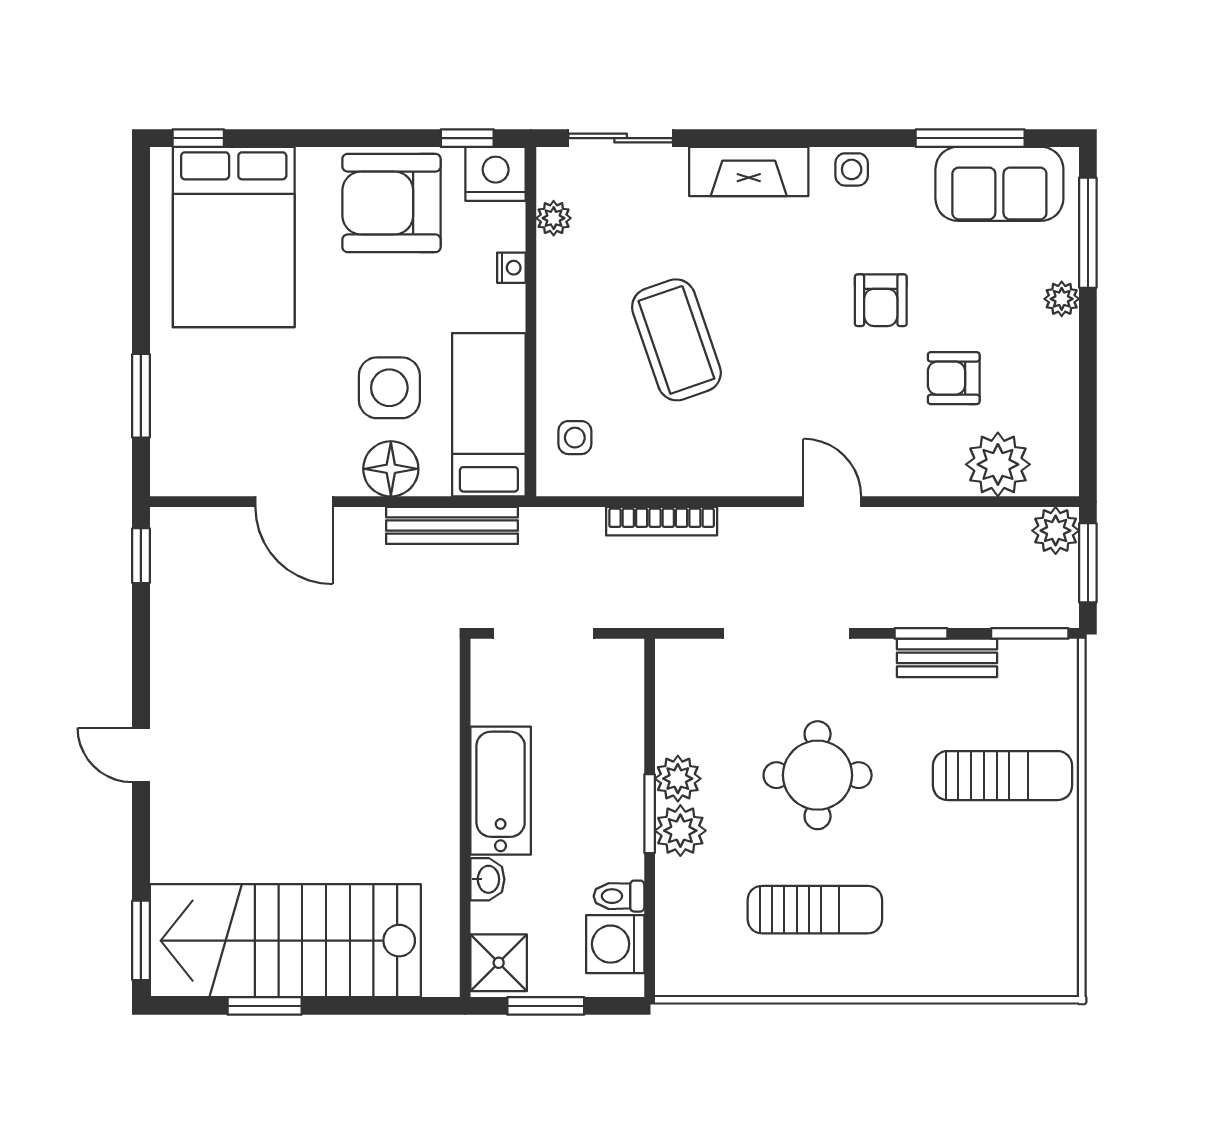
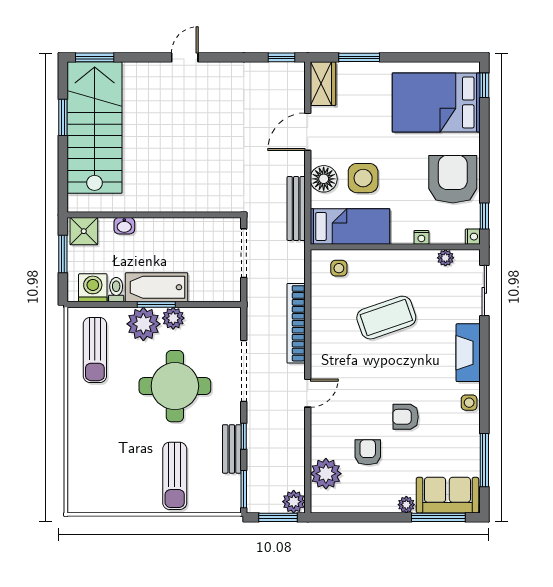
nightstand: (496, 174) -> (473, 237), width x0.53, depth x0.56
sofa: (999, 184) -> (447, 495), moved, turned 90
wardrobe: (195, 470) -> (323, 84), added
bookcase: (662, 521) -> (296, 323), width x1.48, depth x1.31
round table: (818, 775) -> (175, 386), width x1.36, depth x1.36
bathtub: (501, 791) -> (157, 287), moved, turned 180
plant: (680, 831) -> (143, 324), width x1.36, depth x1.36
sun lounger: (815, 910) -> (95, 350), moved

